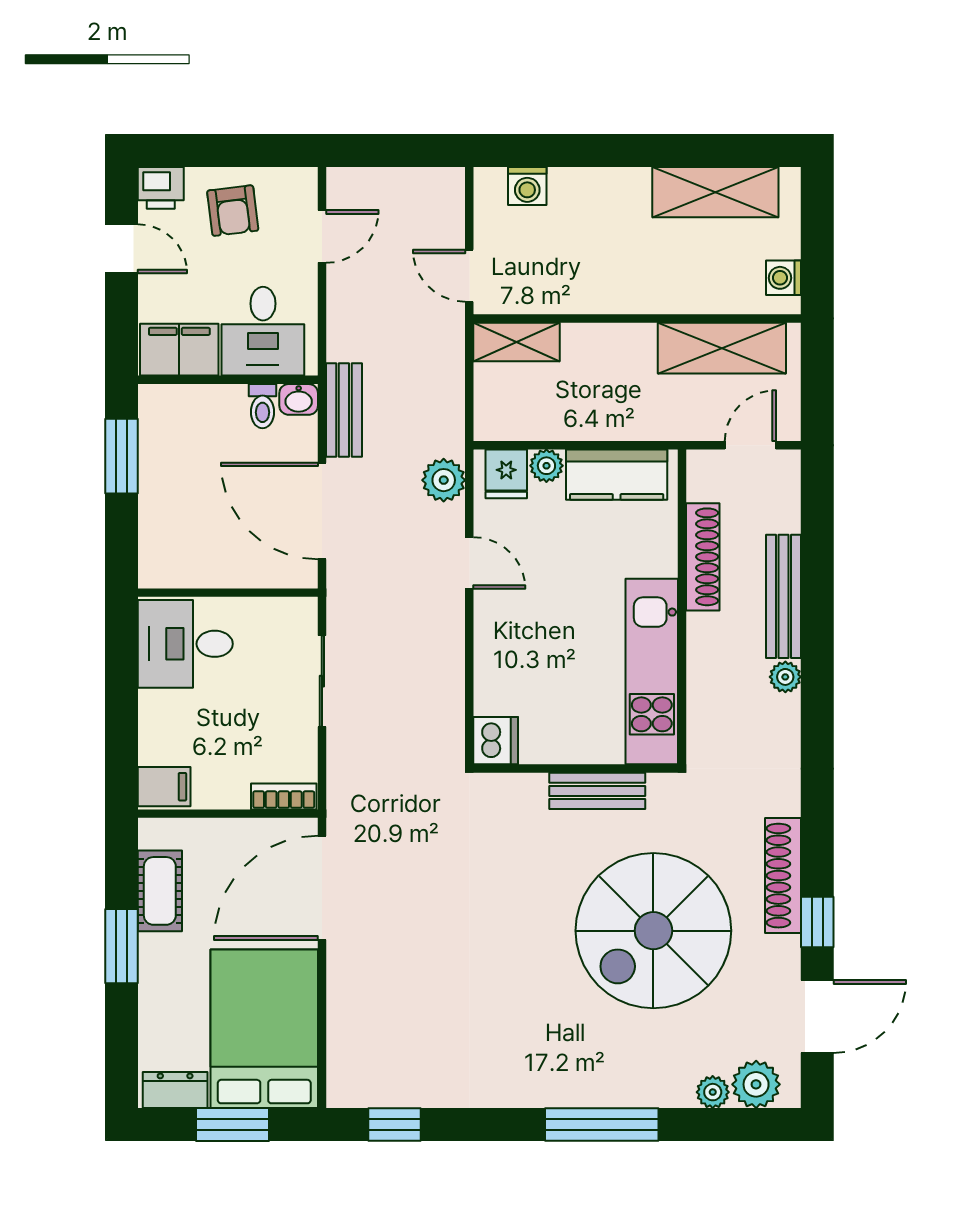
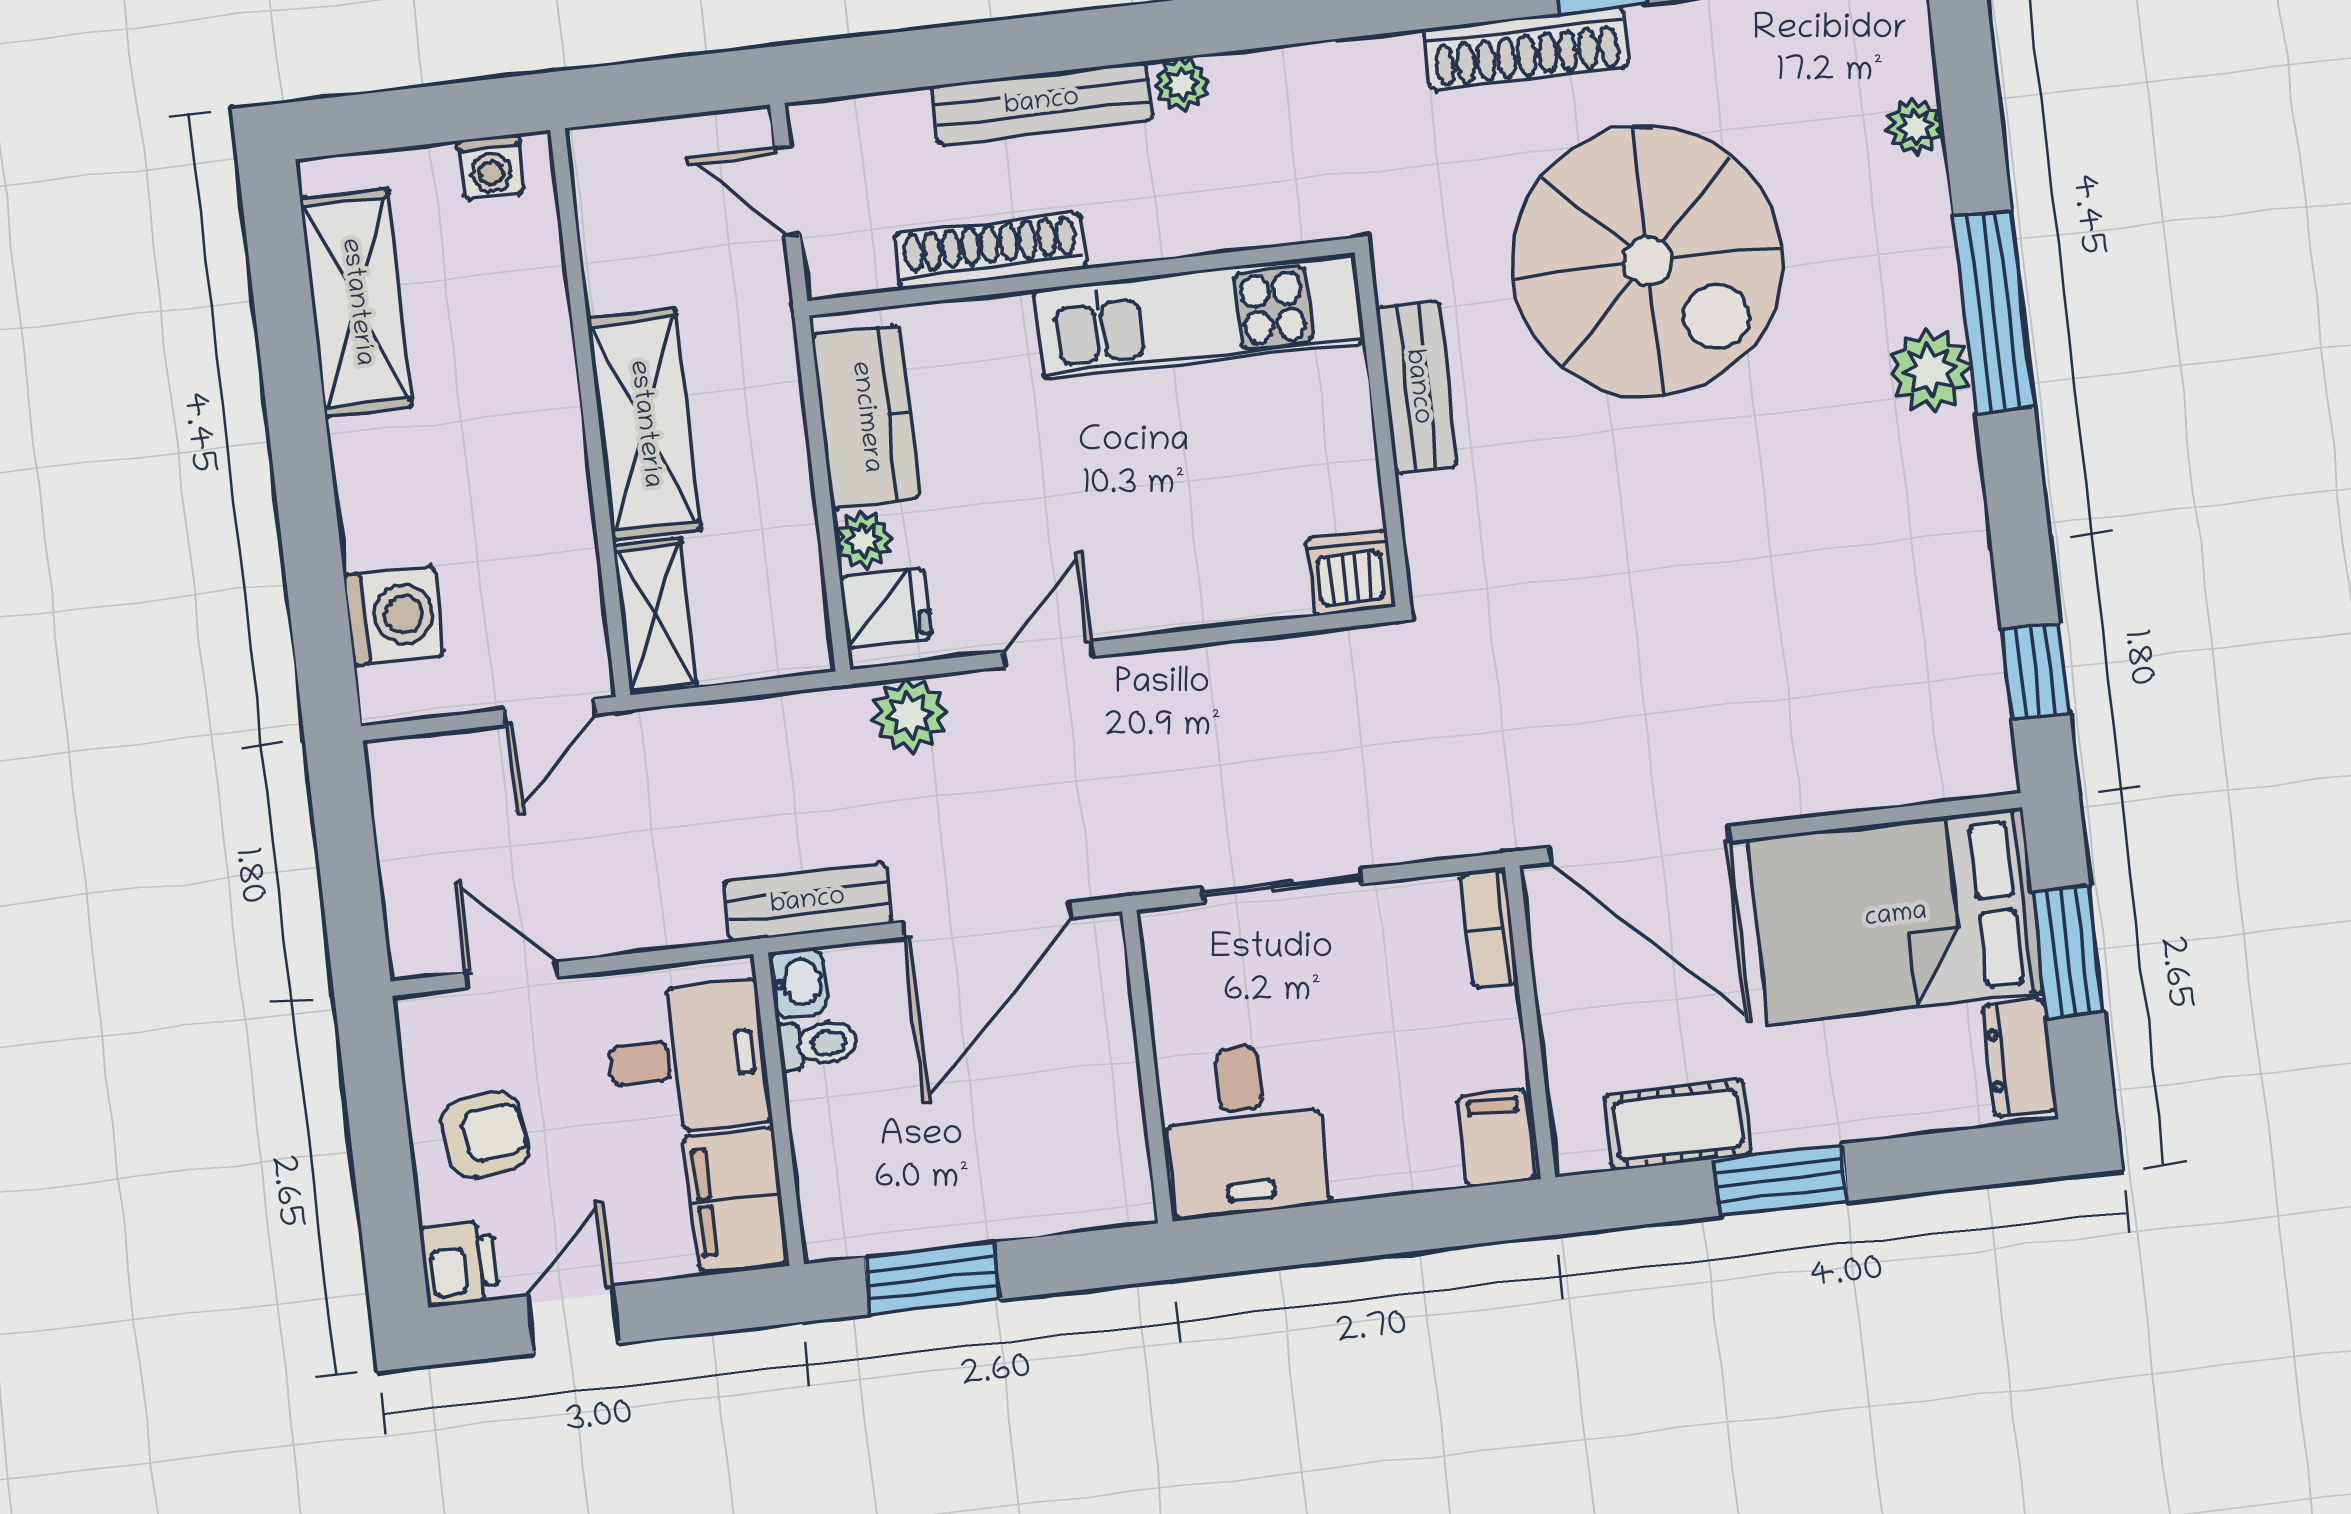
washing machine: (527, 186) -> (394, 615), width x1.38, depth x1.38
shelving: (722, 348) -> (644, 424), moved
plant: (756, 1084) -> (1930, 370), moved

